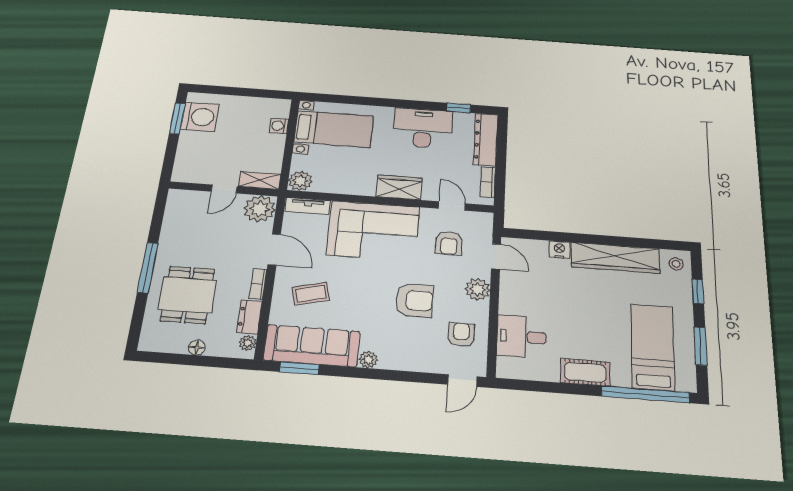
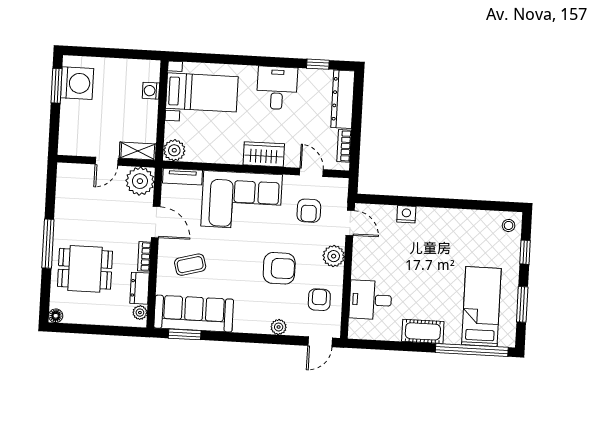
desk: (423, 128) -> (277, 88), width x0.73
wardrobe: (615, 258) -> (455, 221), removed
dining table: (188, 295) -> (85, 269), turned 90
floor lamp: (197, 348) -> (56, 316), moved
plant: (368, 360) -> (279, 327), moved

